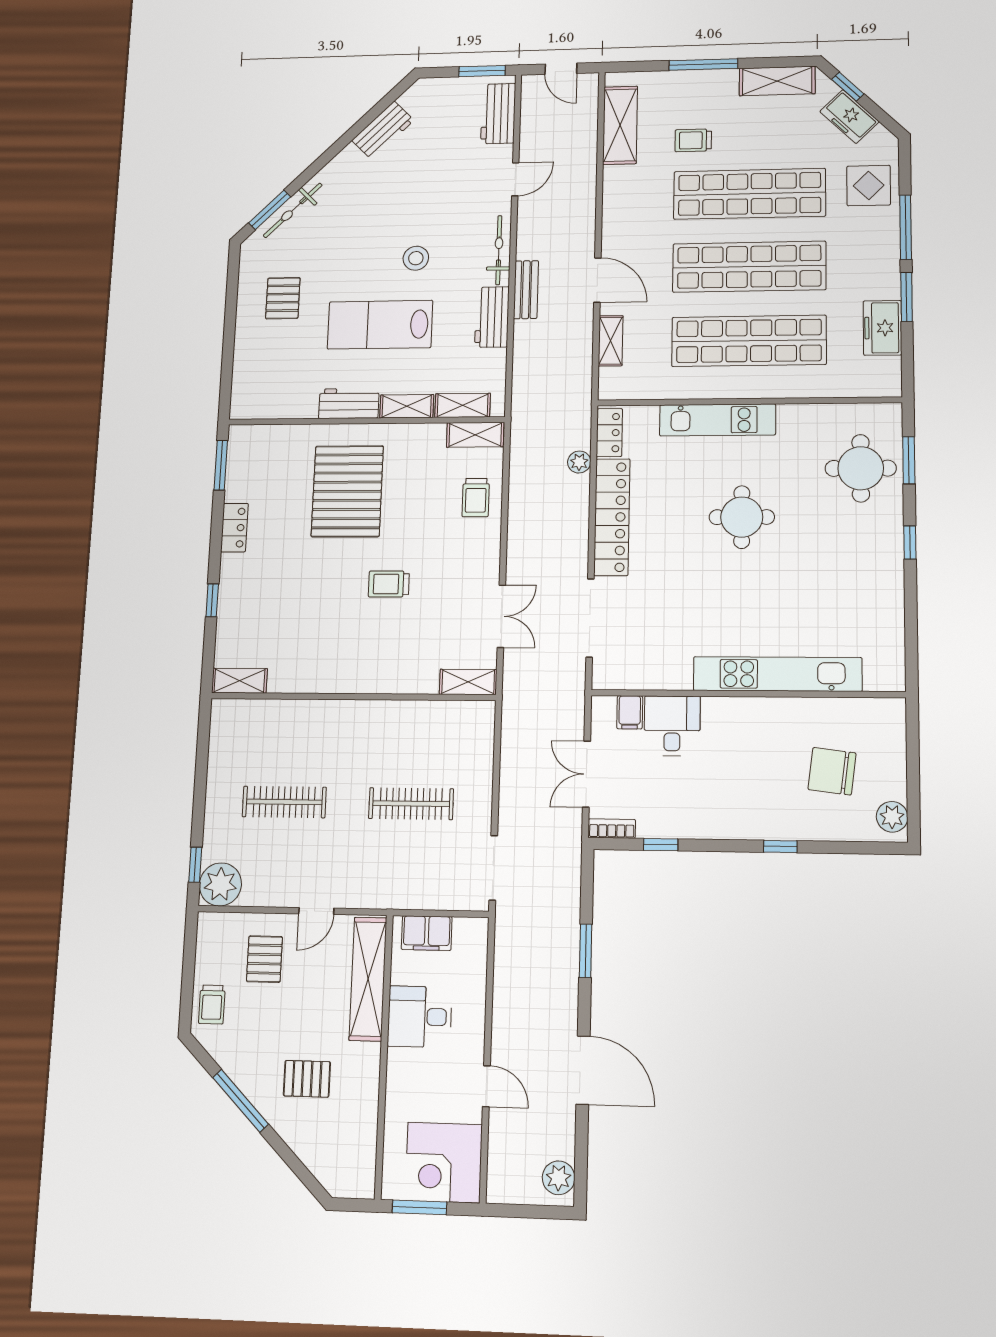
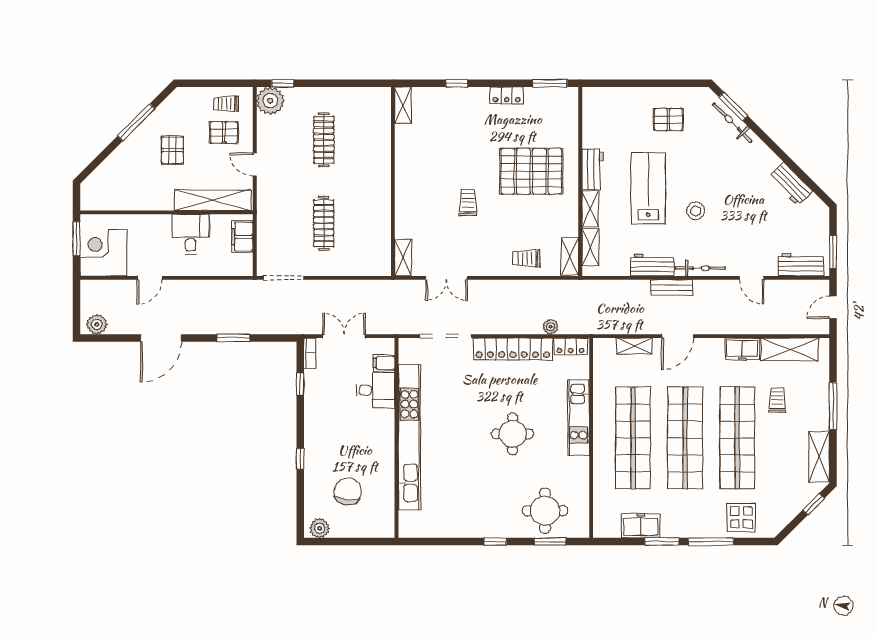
freezer: (849, 117) -> (742, 349), moved, turned -135
kitchen unit: (777, 674) -> (409, 438), width x1.36
trolley: (212, 1004) -> (226, 104), moved
pallet: (307, 1079) -> (172, 150), moved

